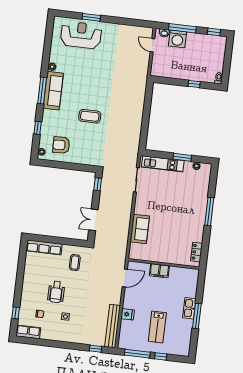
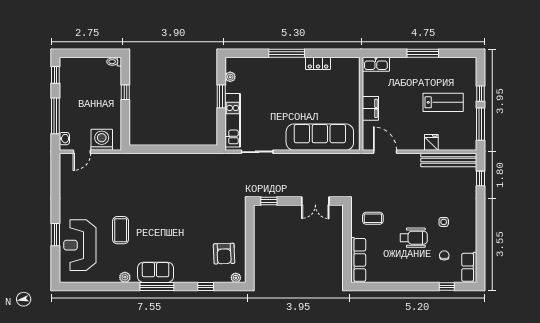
washing machine: (177, 39) -> (102, 140), moved, turned -90
sofa: (53, 91) -> (156, 272), width x0.73
coffee table: (90, 116) -> (121, 230), moved
sofa: (140, 229) -> (320, 137), width x1.85, depth x1.27
locker: (197, 252) -> (318, 63), moved
kitchen sink: (189, 308) -> (376, 64), moved

